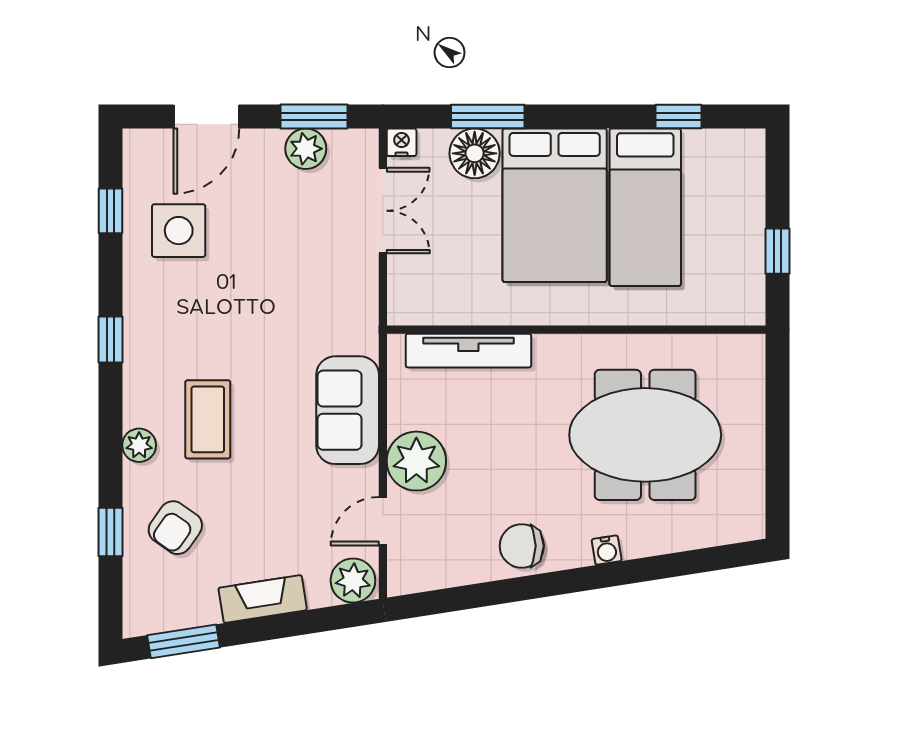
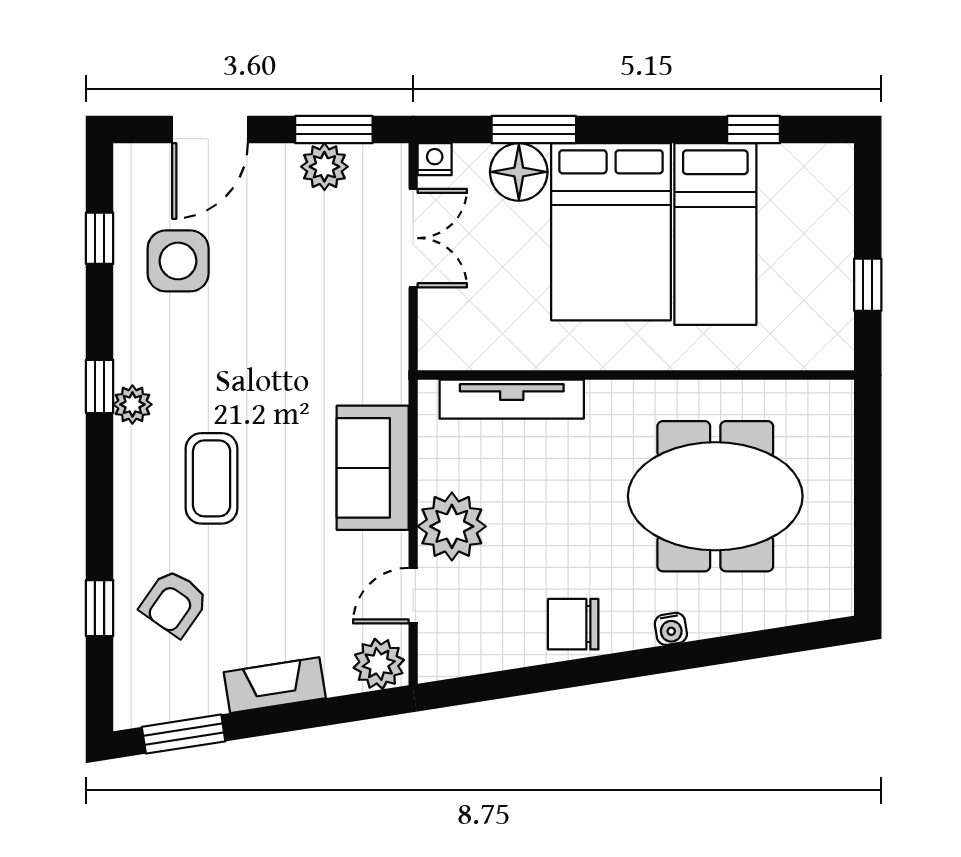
plant: (139, 445) -> (132, 404), moved

